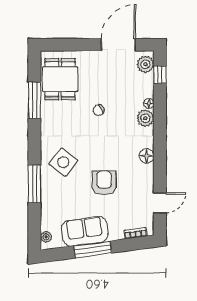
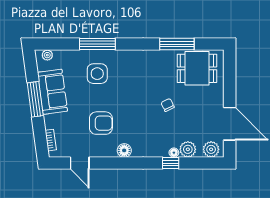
window: (160, 75) -> (171, 163), moved
plant: (145, 118) -> (188, 149), moved
side table: (63, 162) -> (97, 74), moved, turned -38
armchair: (104, 183) -> (101, 123), moved

